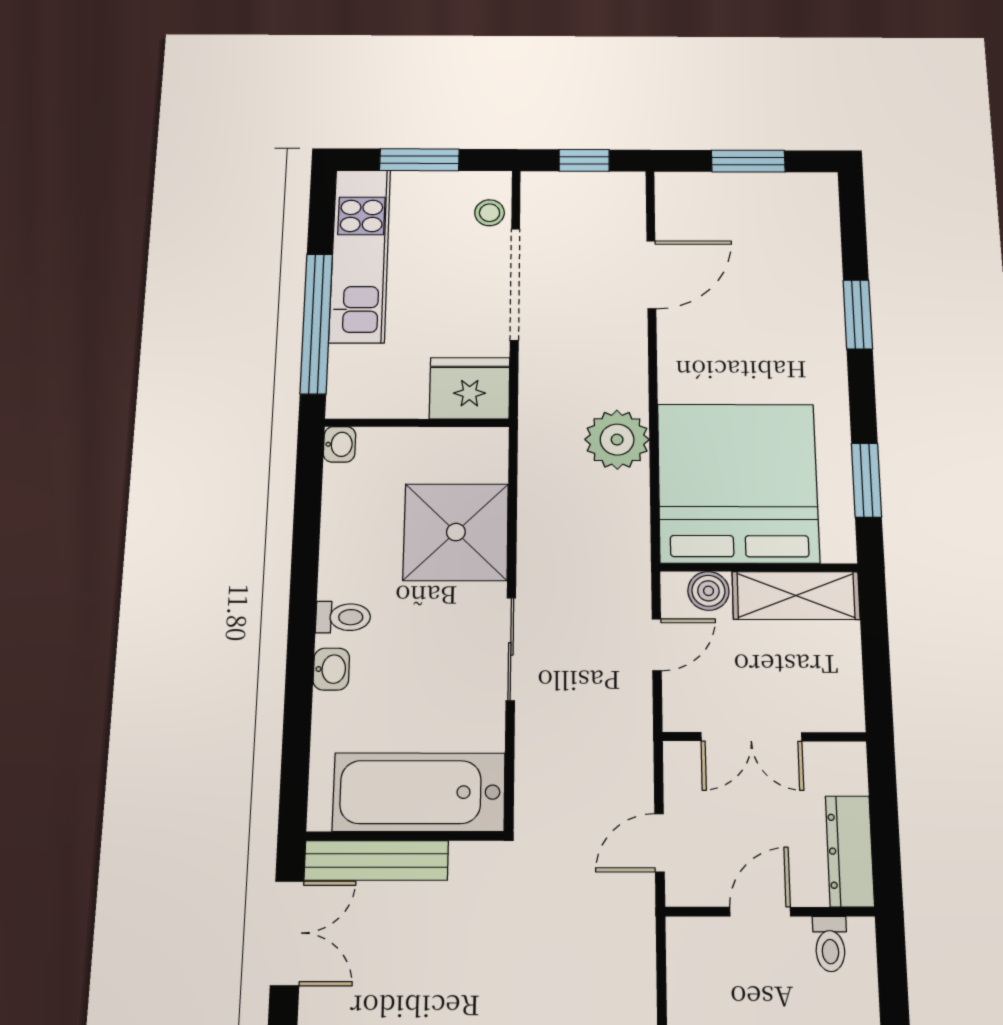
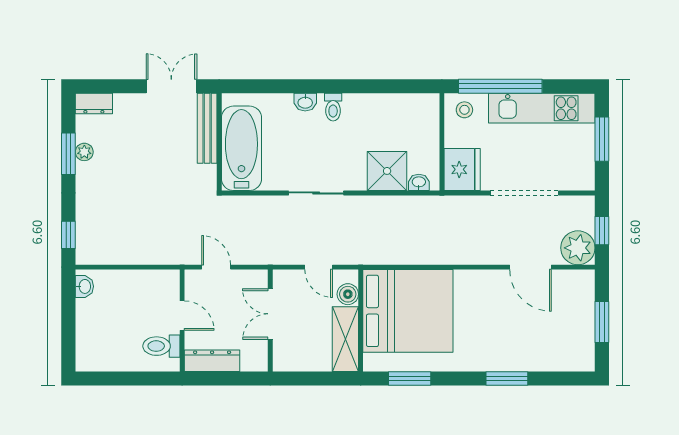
stool: (490, 213) -> (464, 110), moved
plant: (617, 440) -> (578, 248), moved
washbasin: (339, 444) -> (419, 182), moved, turned 180
shower: (456, 532) -> (387, 171), width x0.73, depth x0.73
double door: (287, 933) -> (171, 86), swing flipped
toilet: (830, 944) -> (161, 346), width x1.37, depth x1.39

